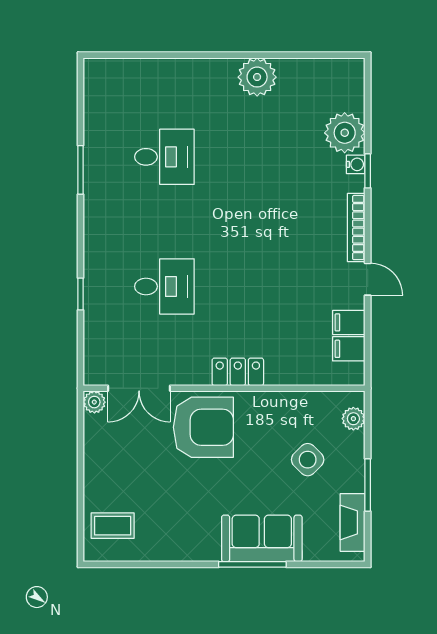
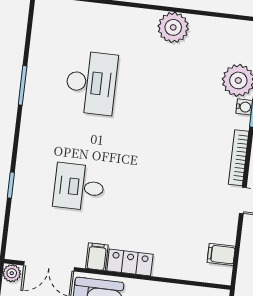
desk: (164, 157) -> (91, 83), width x1.37
desk: (164, 286) -> (79, 187), turned 180
filing cabinet: (349, 322) -> (97, 257), moved, turned 90

